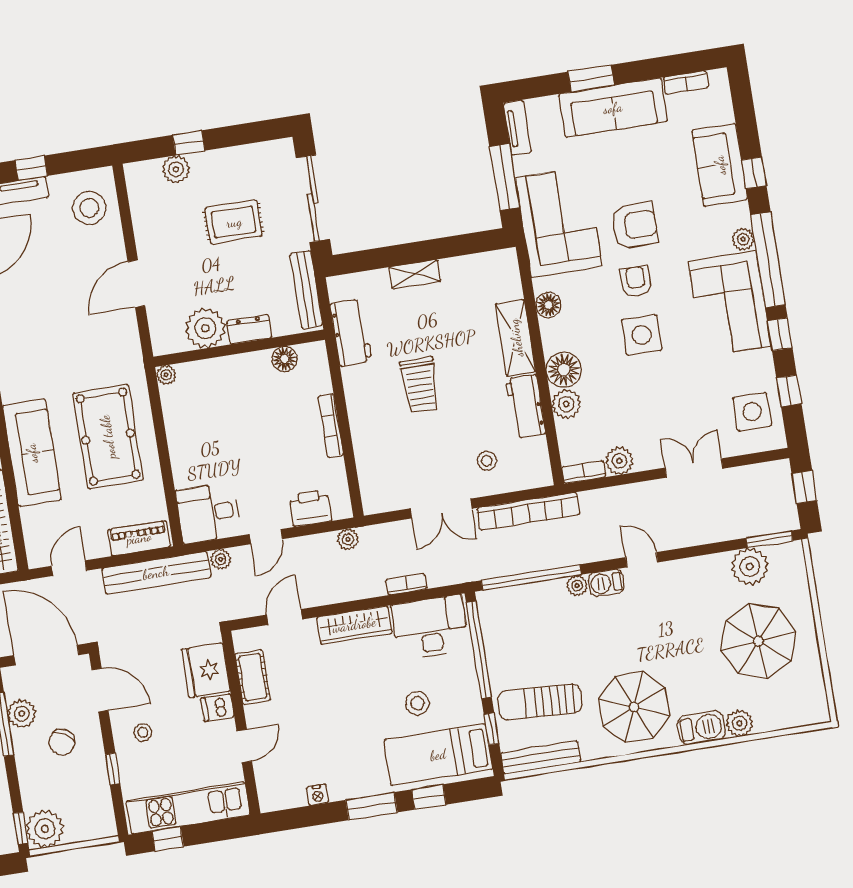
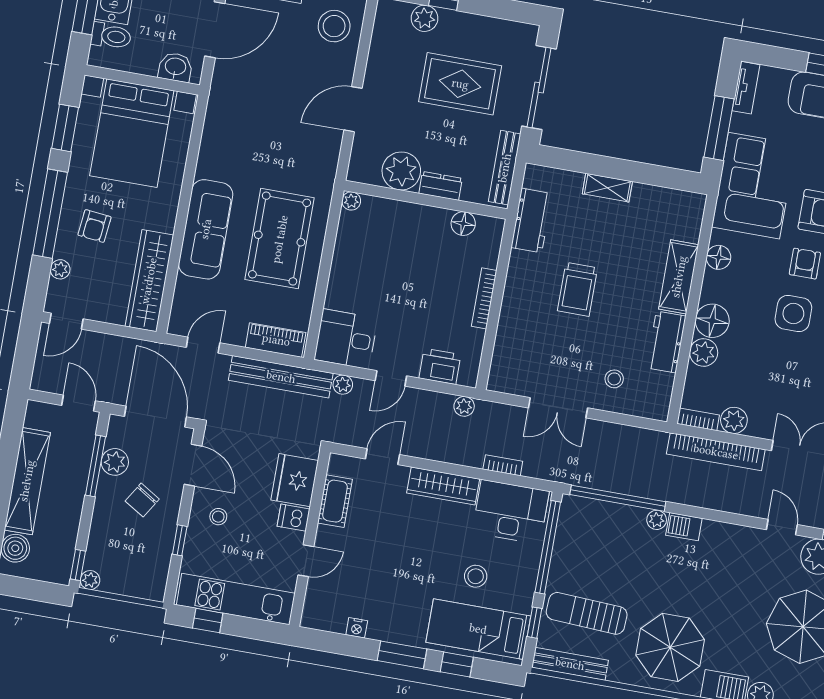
rug: (234, 222) -> (460, 84), width x1.36, depth x1.43
bookcase: (528, 511) -> (716, 452), moved
door: (642, 560) -> (782, 527), moved
plant: (45, 829) -> (90, 580), width x0.53, depth x0.53

